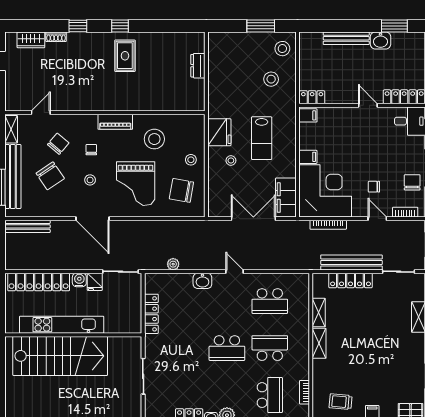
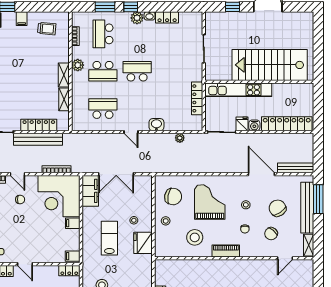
door: (92, 219) -> (261, 174), moved
kitchen unit: (62, 325) -> (238, 90), moved
plant: (302, 356) -> (78, 65), added

